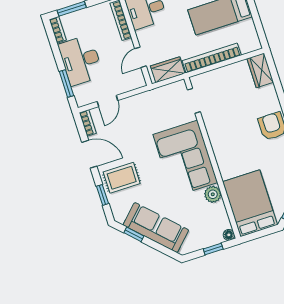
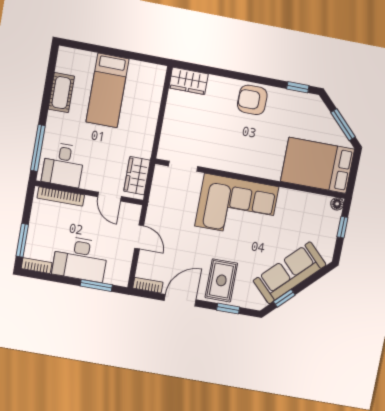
bookcase: (212, 58) -> (149, 124), removed
door: (107, 101) -> (139, 237), moved
plant: (213, 194) -> (288, 198), removed

